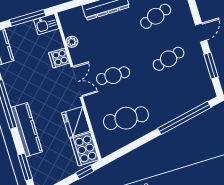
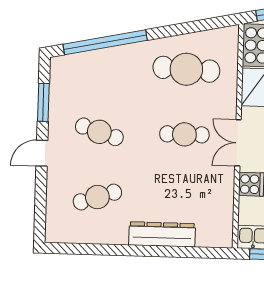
plant: (72, 42) -> (226, 201), removed
cafe table: (169, 59) -> (99, 132), turned 33

